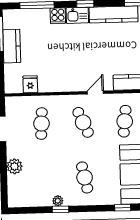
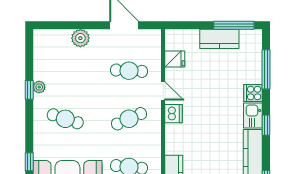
dishwasher: (78, 84) -> (174, 114), added
door: (95, 93) -> (163, 91), moved
cafe table: (85, 177) -> (65, 119), turned 30

